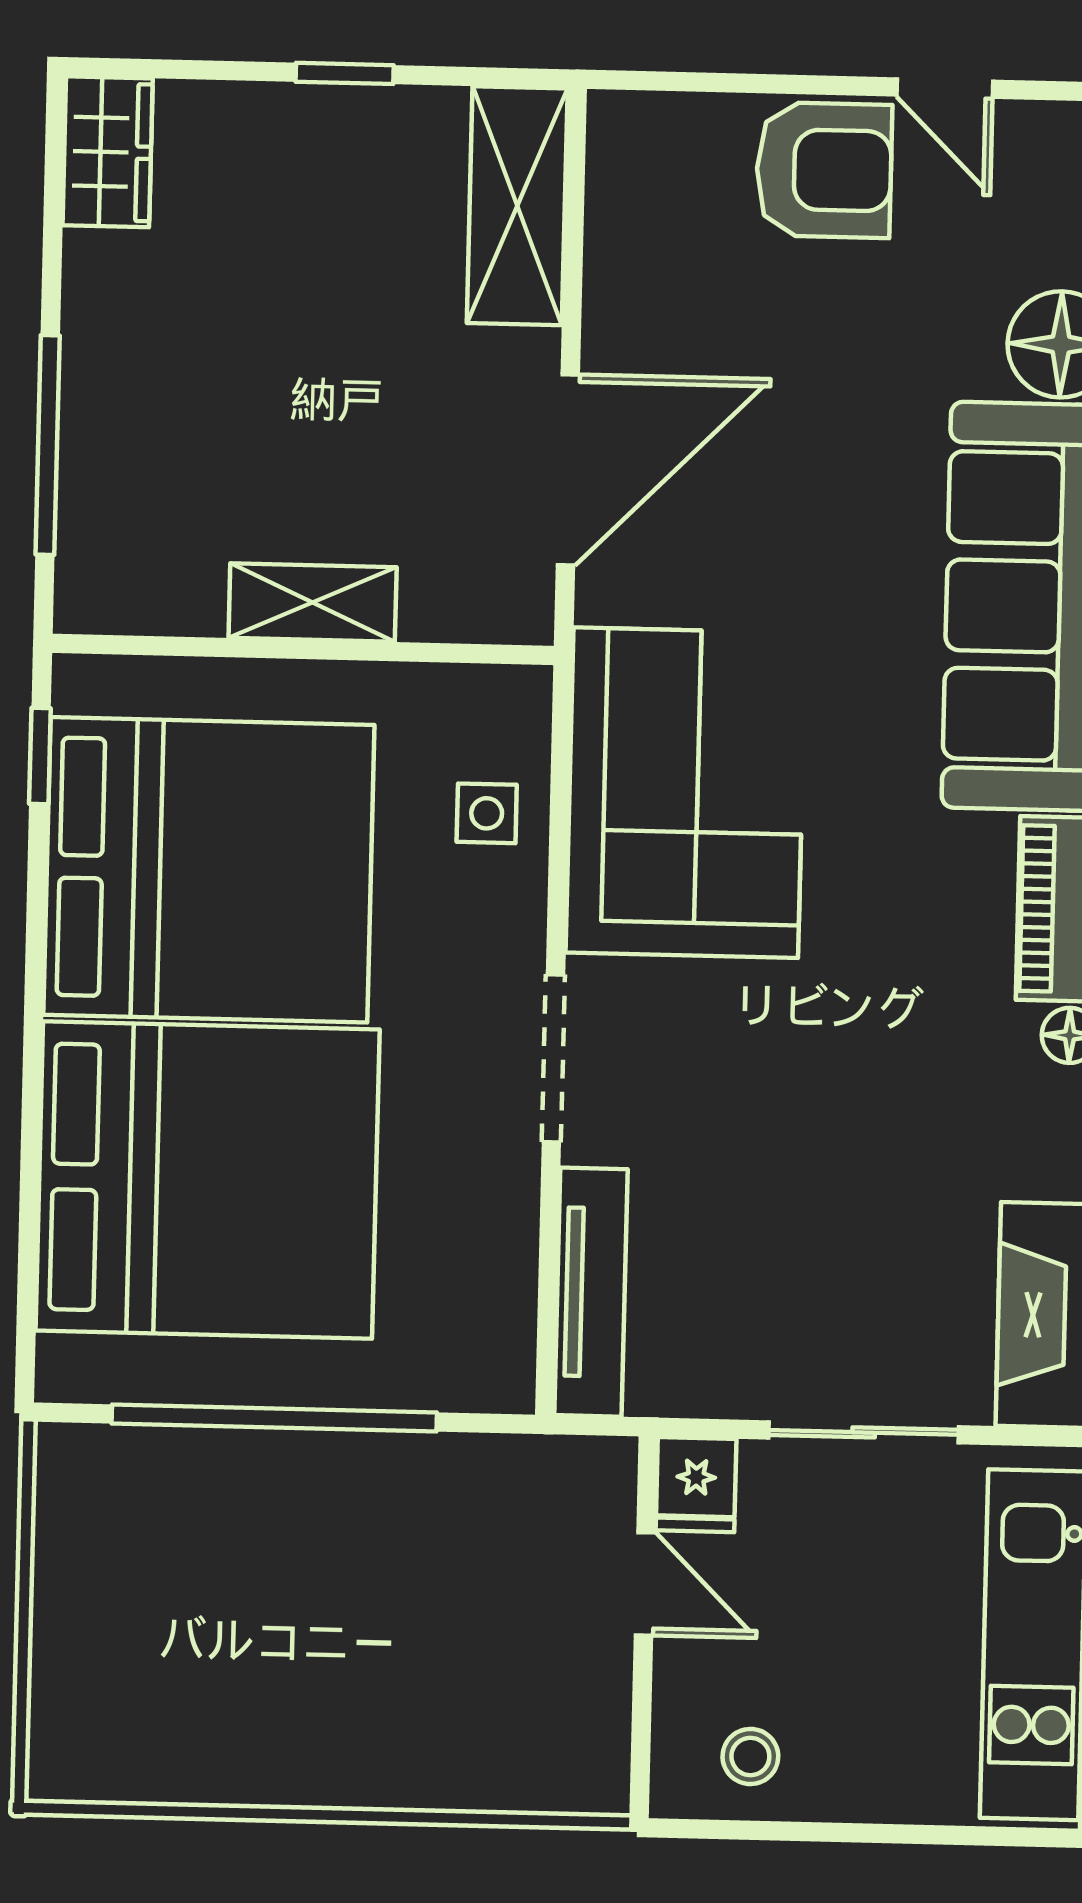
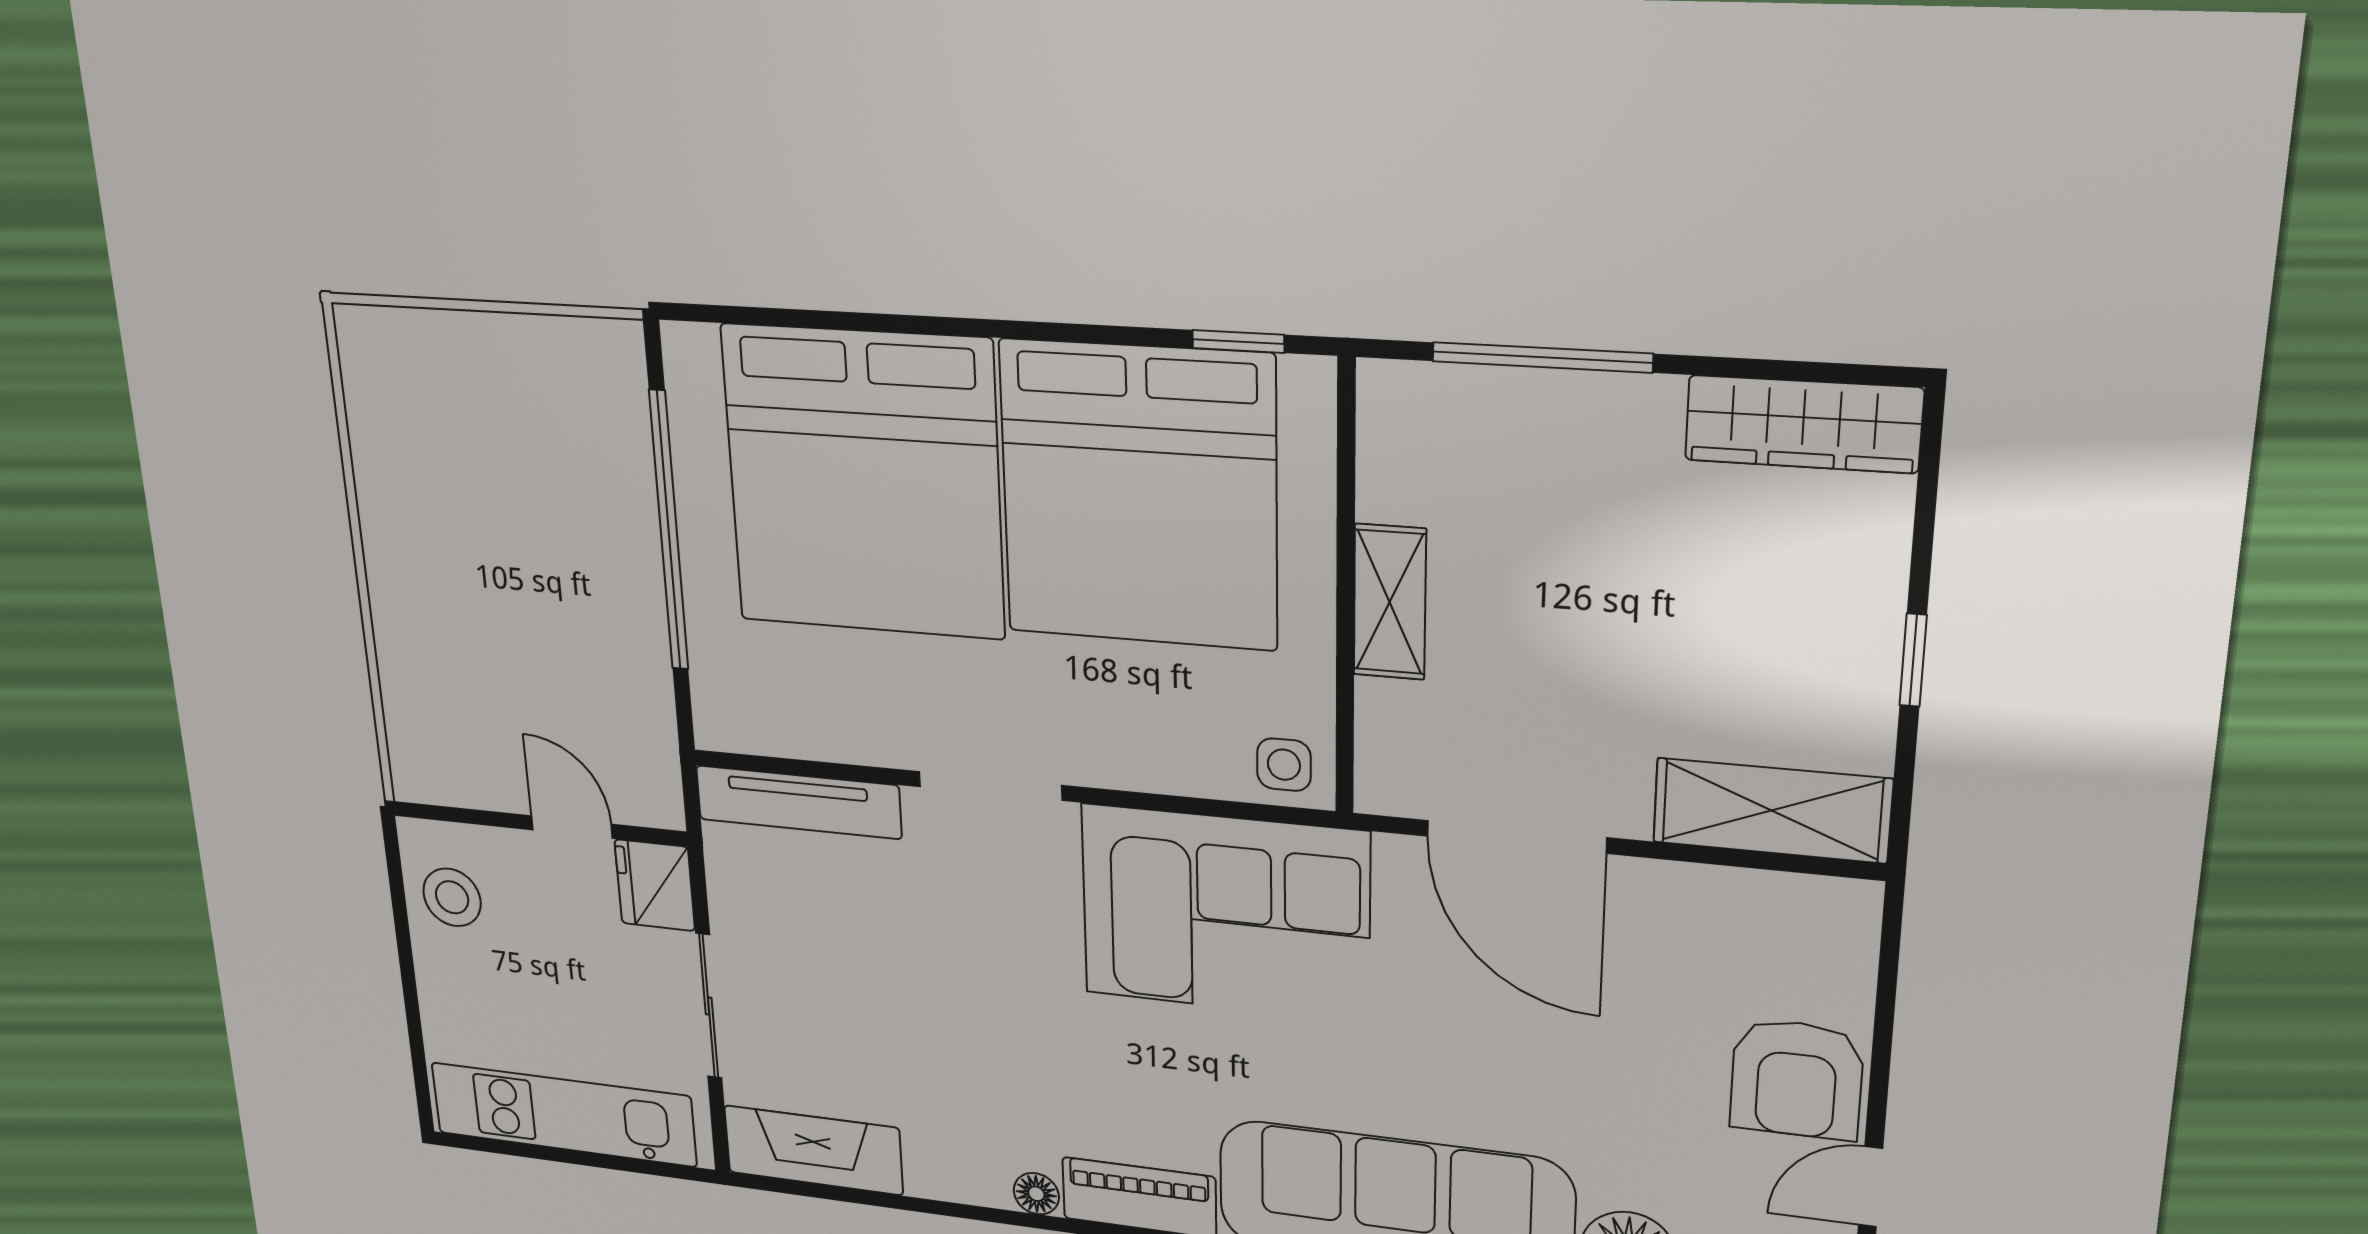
wardrobe: (108, 152) -> (1803, 424), width x1.50
side table: (487, 813) -> (1284, 765), moved
fridge: (696, 1485) -> (655, 885), width x1.38
door: (645, 1584) -> (572, 827), swing flipped
stool: (750, 1756) -> (452, 897), width x1.37, depth x1.37

